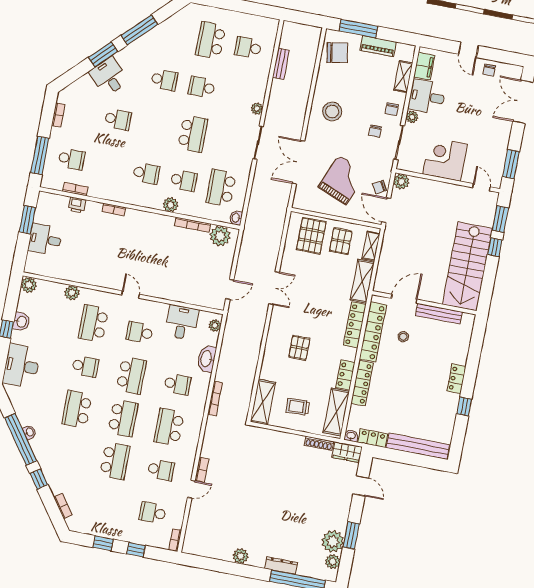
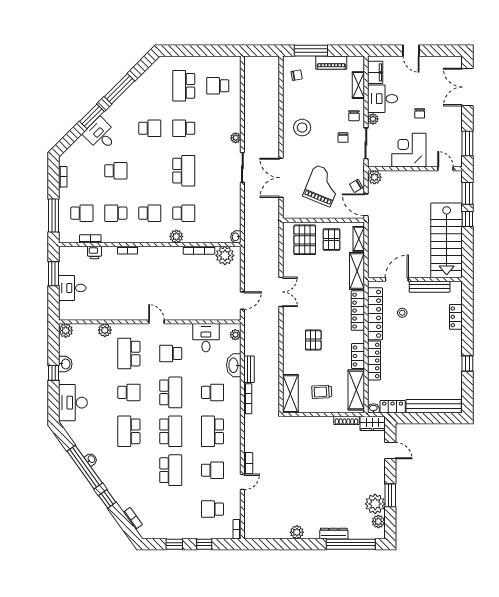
chair: (337, 53) -> (297, 75), width x0.54, depth x0.54
bench: (281, 64) -> (249, 369), moved
chair: (489, 70) -> (420, 113), moved
school desk: (221, 188) -> (116, 213), moved, width x0.54
locker: (456, 379) -> (456, 317), moved

